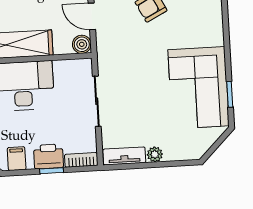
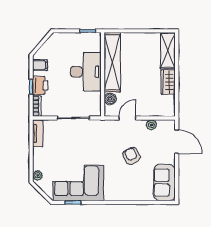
boiler: (82, 44) -> (110, 99), moved
plant: (155, 154) -> (38, 175), moved

